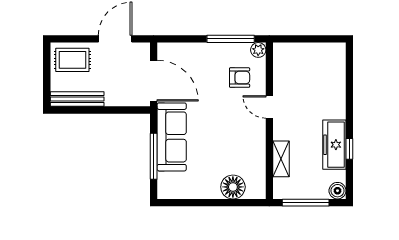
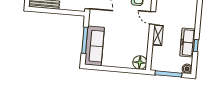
sofa: (172, 137) -> (94, 46), moved
shelving: (281, 159) -> (158, 35), moved
floor lamp: (233, 187) -> (140, 62), moved

